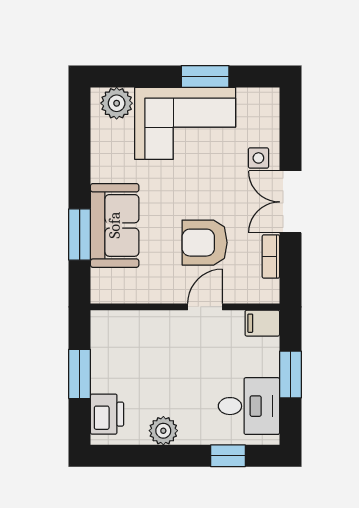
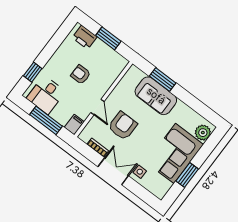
armchair: (173, 375) -> (81, 75), added
window: (290, 375) -> (46, 120), width x1.44
plant: (163, 431) -> (62, 54), removed

